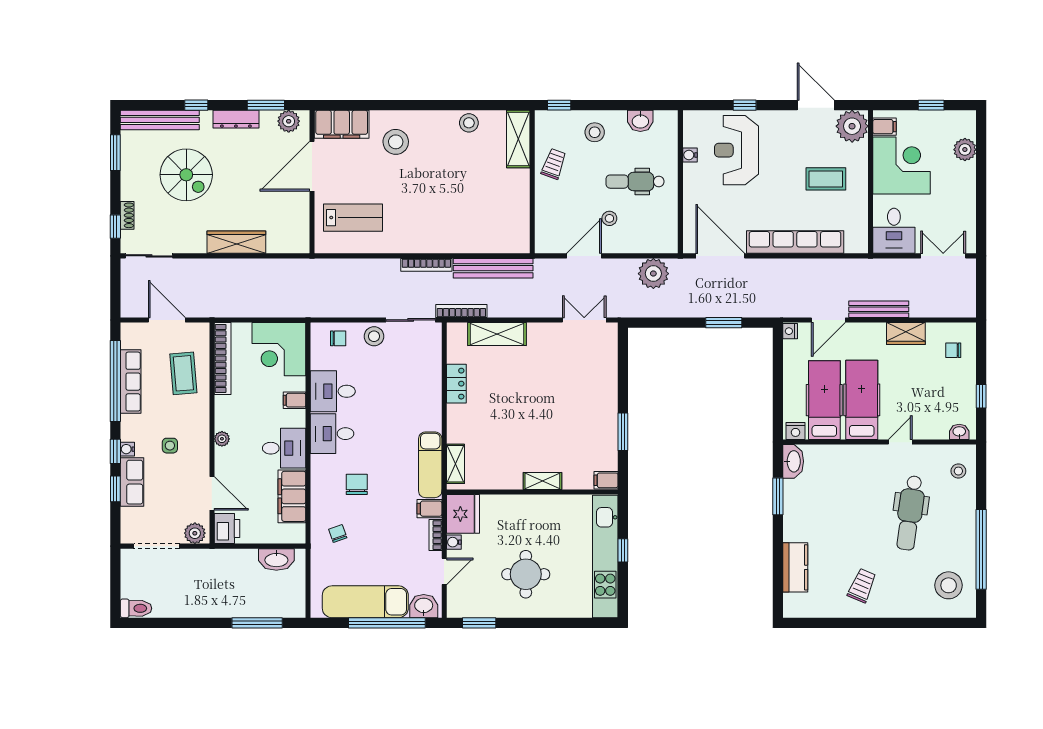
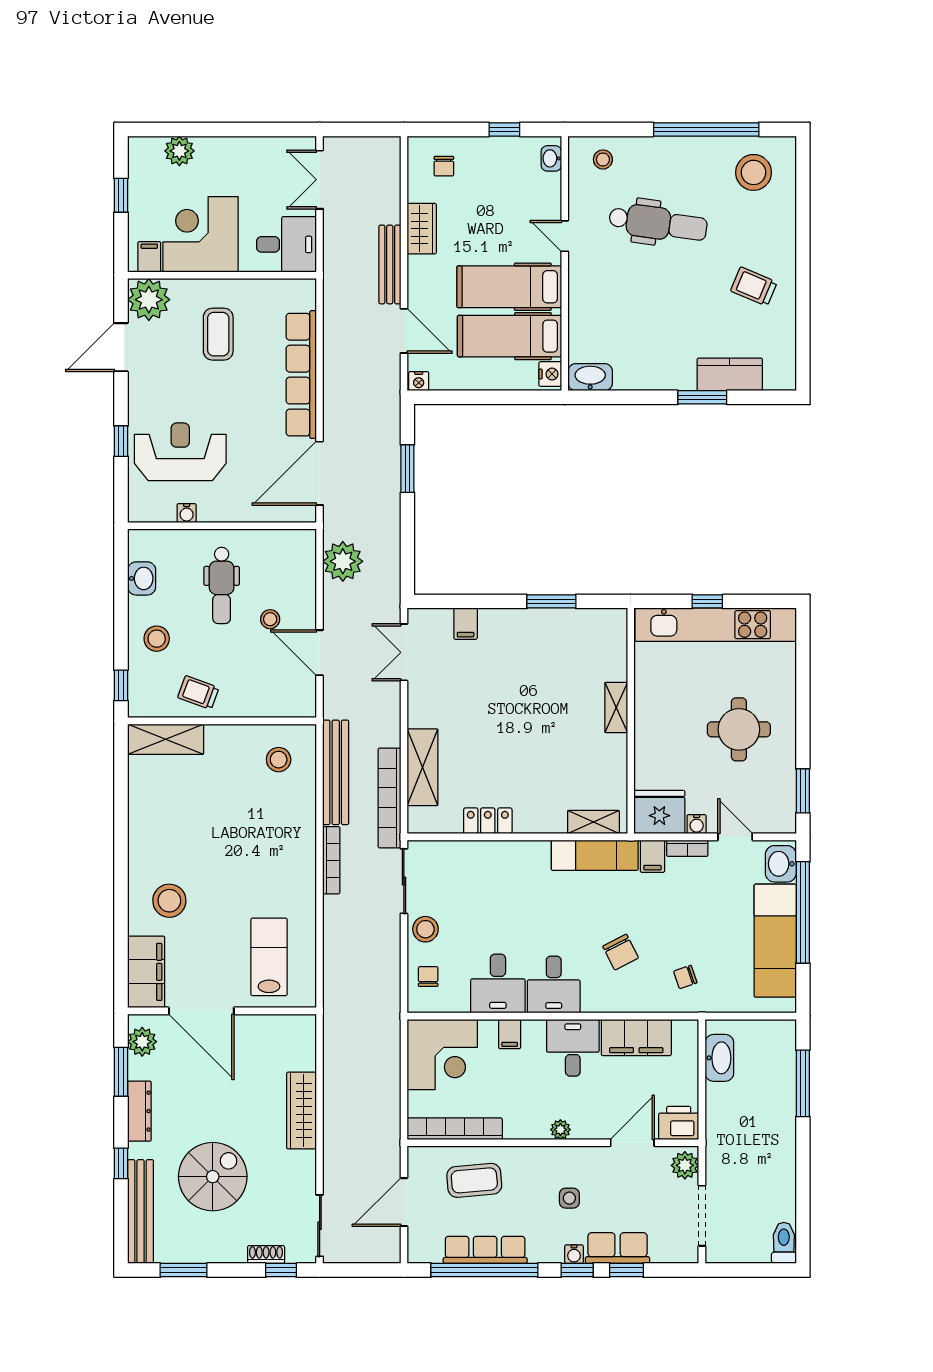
stool: (469, 123) -> (279, 760), moved
reception desk: (736, 150) -> (180, 452), turned 180
bookcase: (461, 311) -> (389, 798), width x1.48, depth x1.31
filing cabinet: (606, 480) -> (466, 624), moved
chair: (357, 484) -> (621, 952), turned -117
window: (778, 496) -> (702, 397), moved

